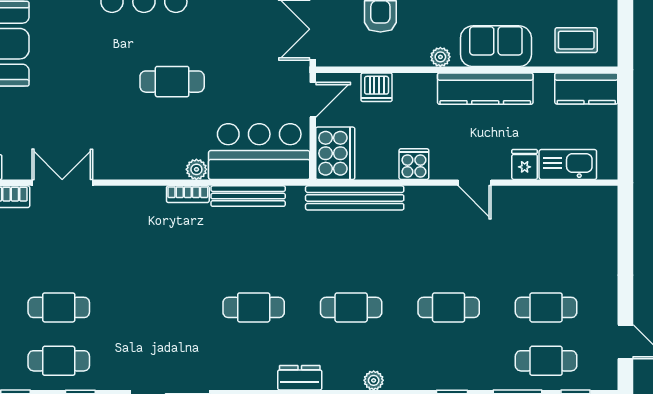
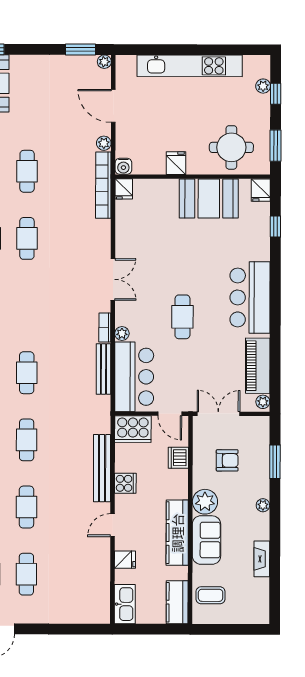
coffee table: (576, 40) -> (211, 595), turned 90
plant: (440, 57) -> (205, 502), width x1.88, depth x1.88
kitchen sink: (568, 165) -> (125, 604), moved
double door: (62, 183) -> (113, 279), moved
bench: (355, 198) -> (102, 468), moved

